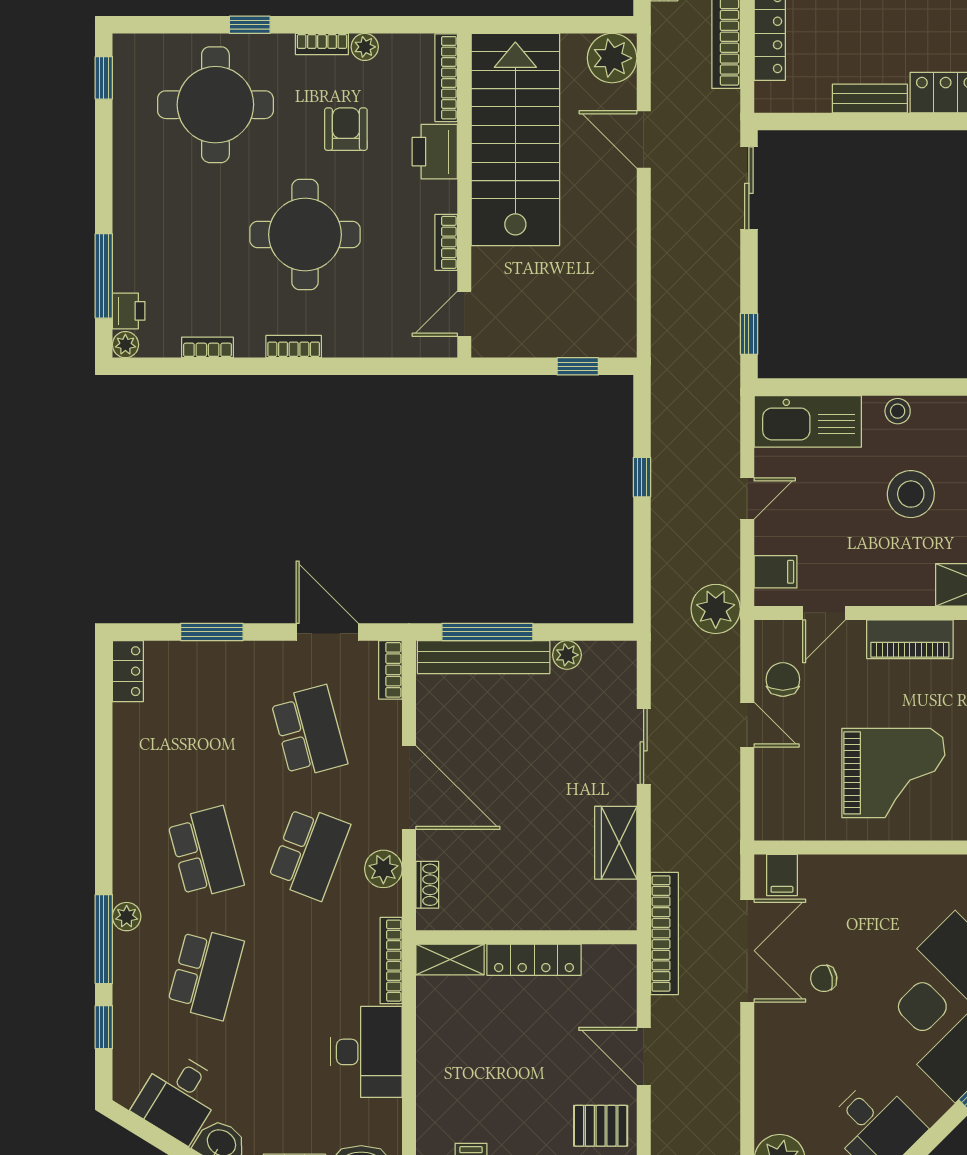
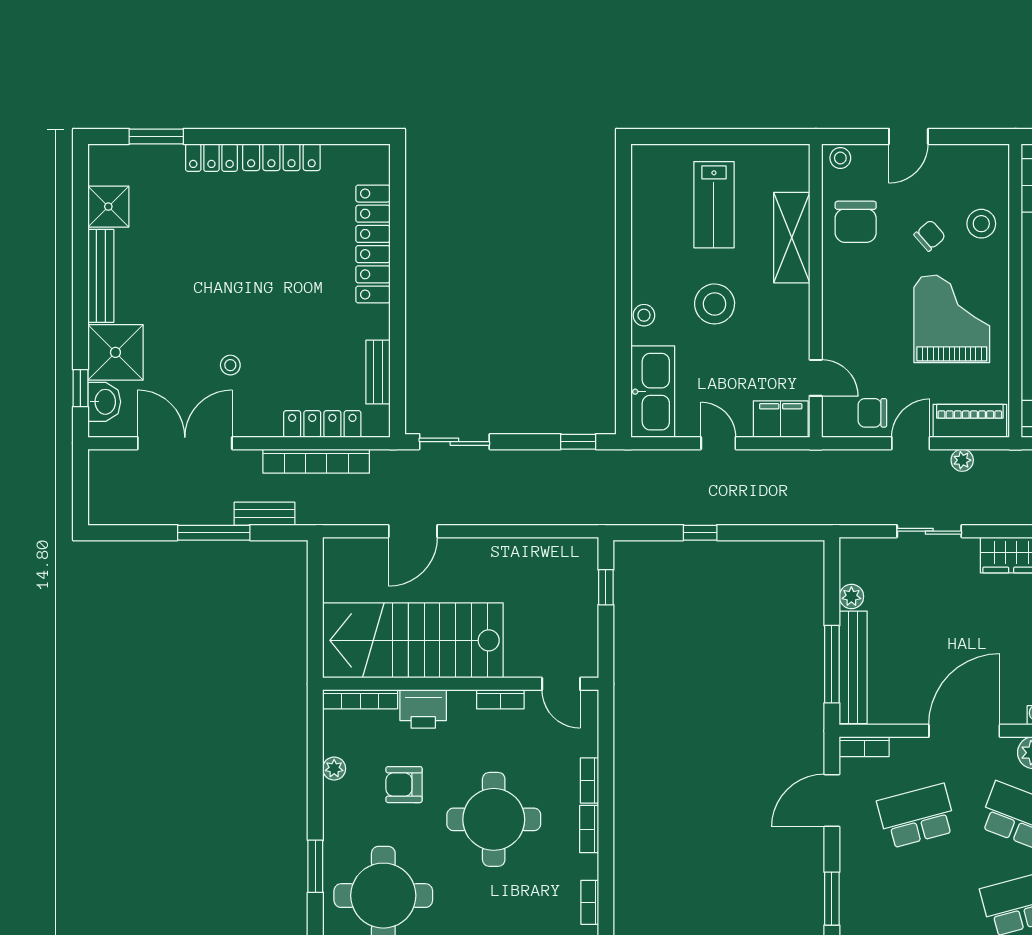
window: (250, 25) -> (315, 866), width x1.50
bookcase: (322, 44) -> (590, 780), moved, turned 180
plant: (612, 58) -> (344, 558), removed
bench: (870, 98) -> (378, 372), moved
filing cabinet: (776, 572) -> (781, 419), width x2.00
plant: (716, 609) -> (962, 460), moved, width x0.53, depth x0.53
piano: (910, 639) -> (970, 421), moved, turned -90

